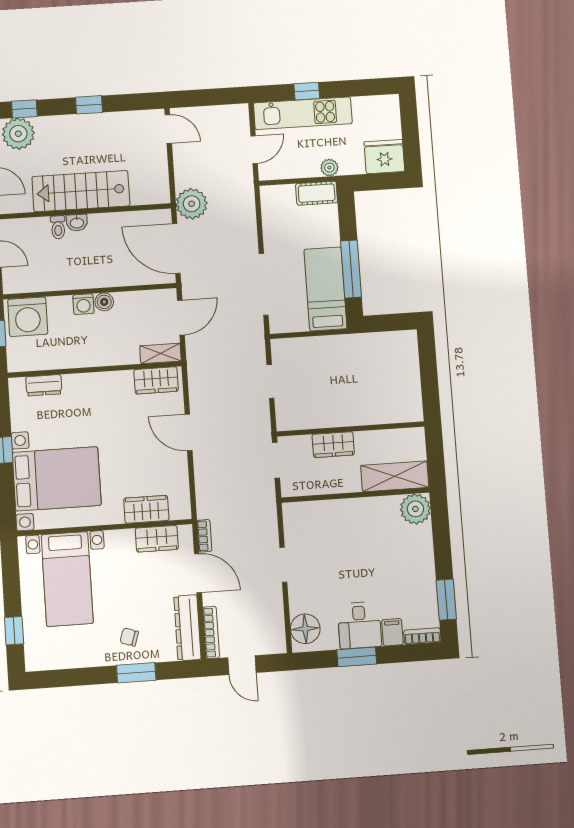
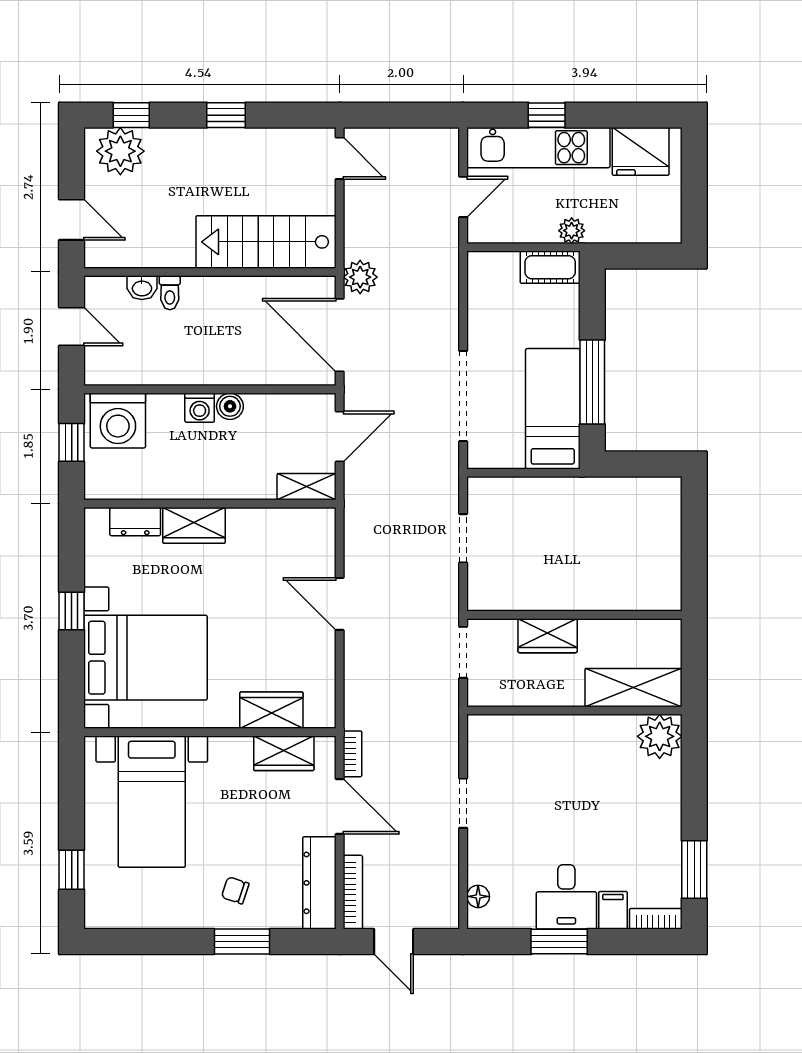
fridge: (384, 157) -> (641, 151), moved, turned 180
stairs: (81, 191) -> (266, 242), moved
plant: (192, 204) -> (360, 277), width x0.73, depth x0.73
washbasin: (77, 223) -> (142, 288), moved
wardrobe: (156, 380) -> (194, 525), moved
floor lamp: (305, 629) -> (478, 896), width x0.53, depth x0.53

